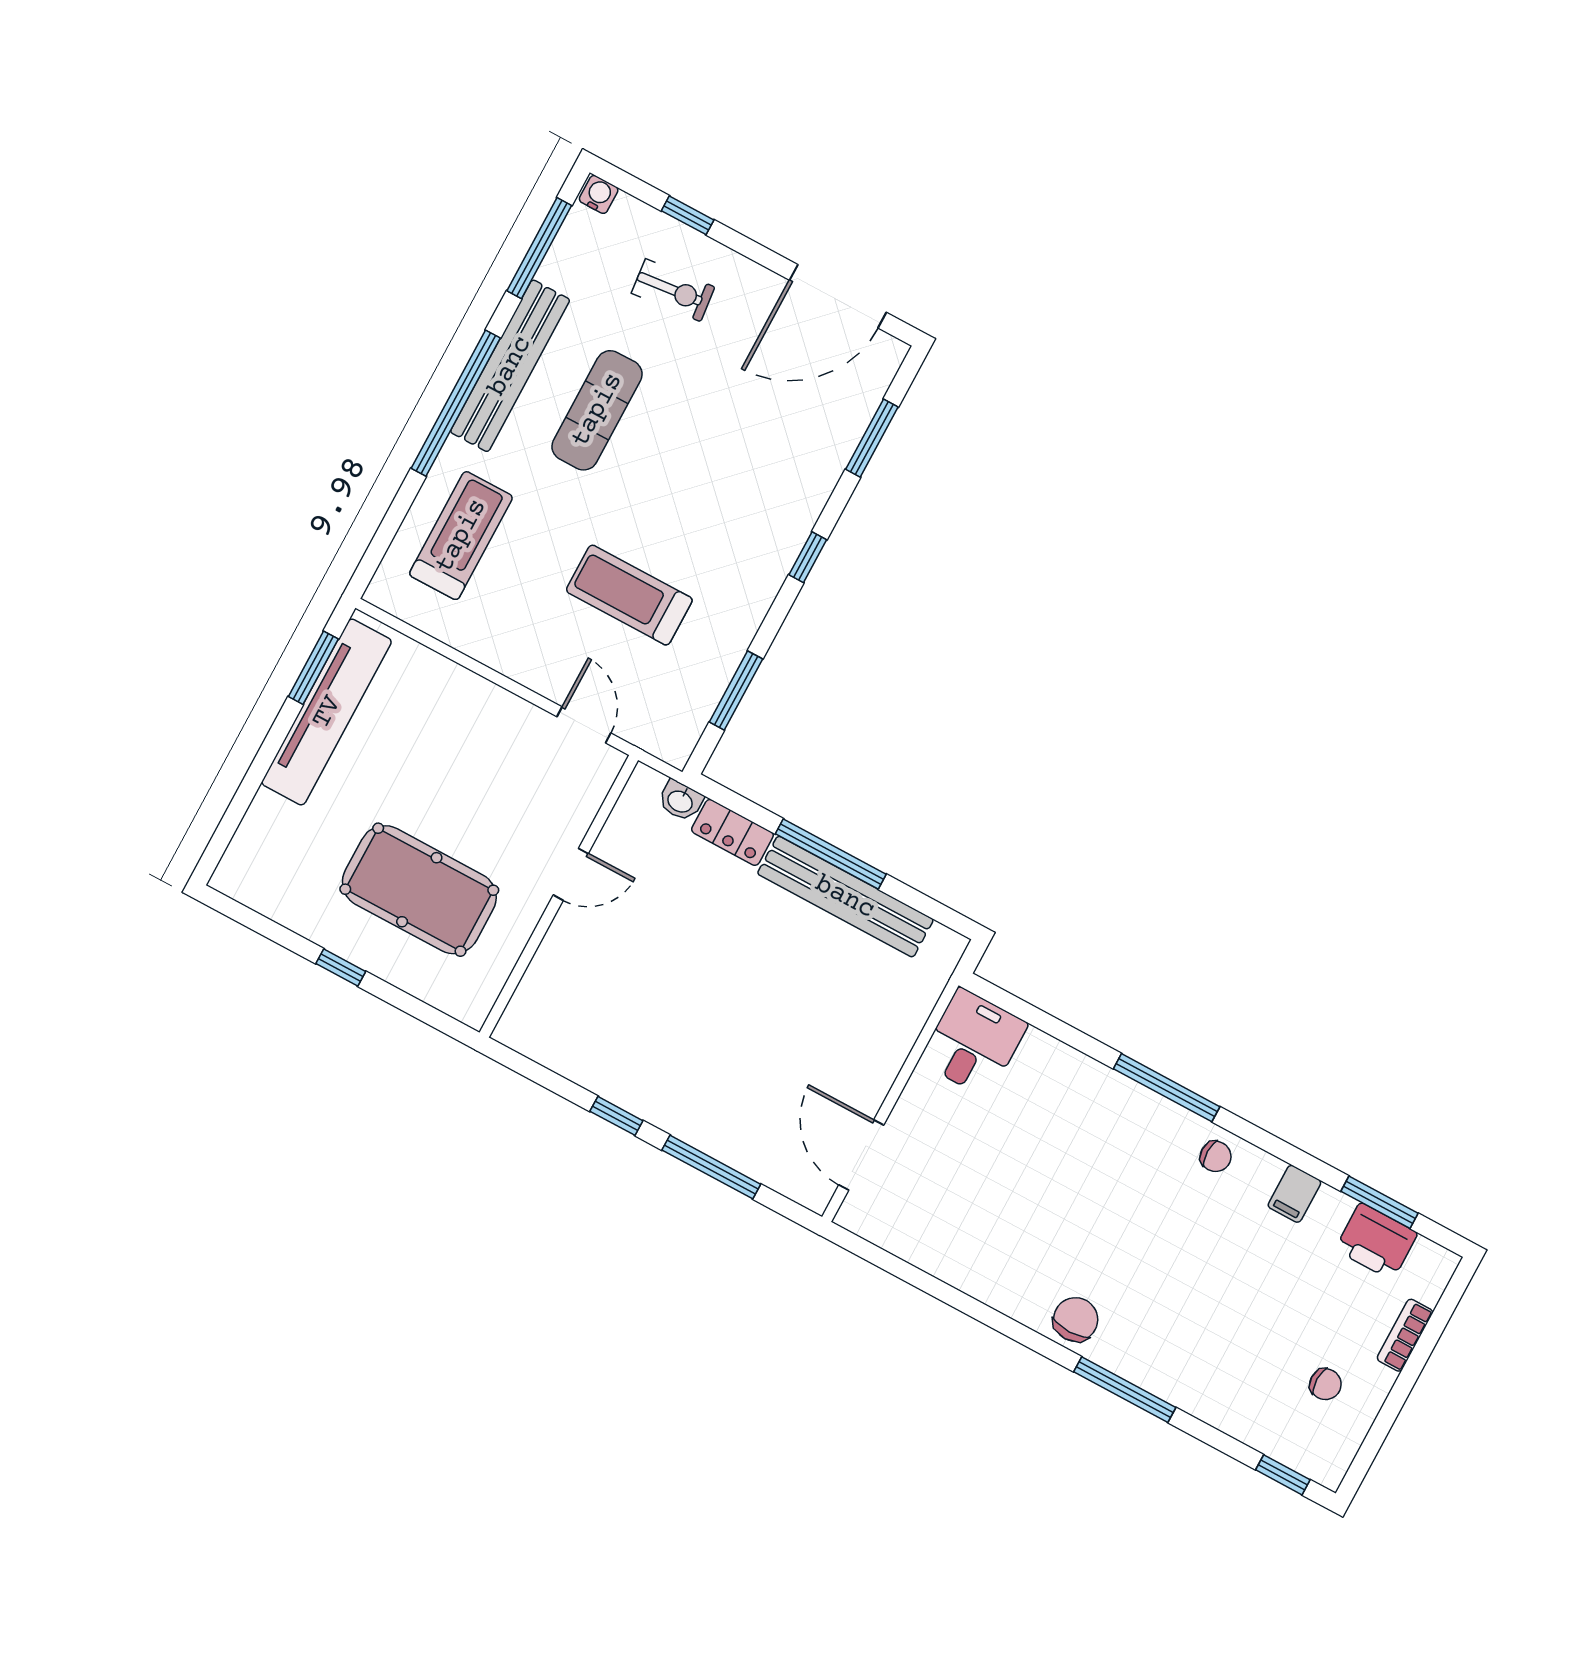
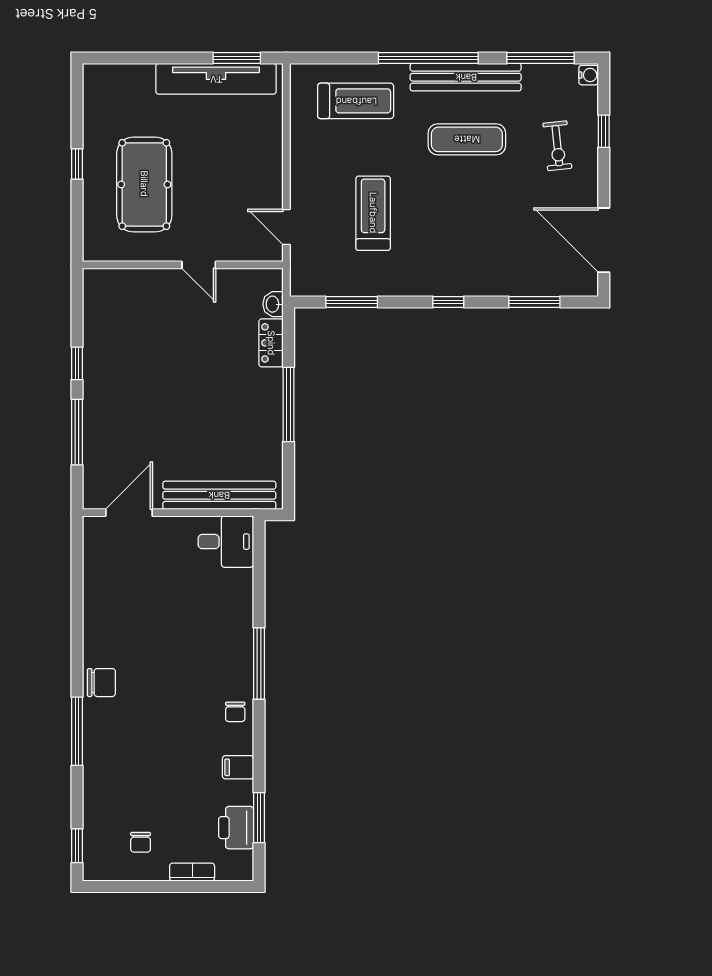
door: (584, 725) -> (286, 227), swing flipped
bench: (845, 897) -> (219, 495), moved, turned 90

